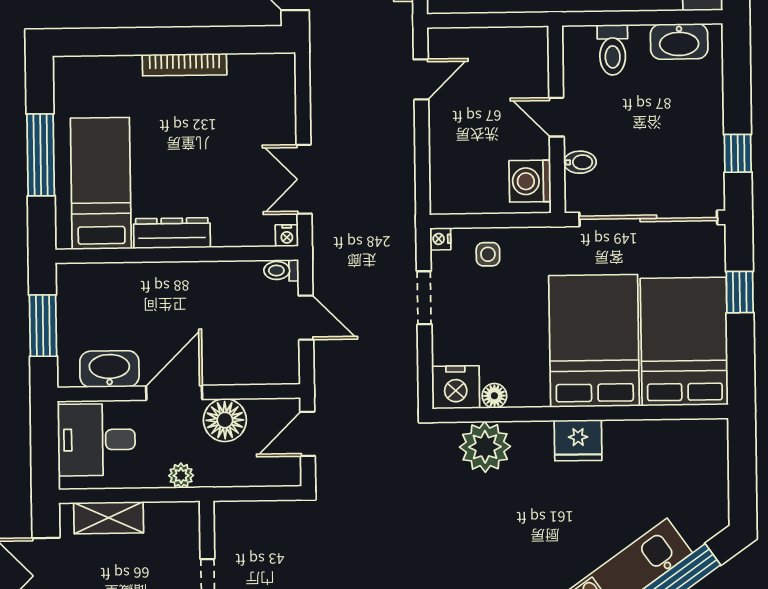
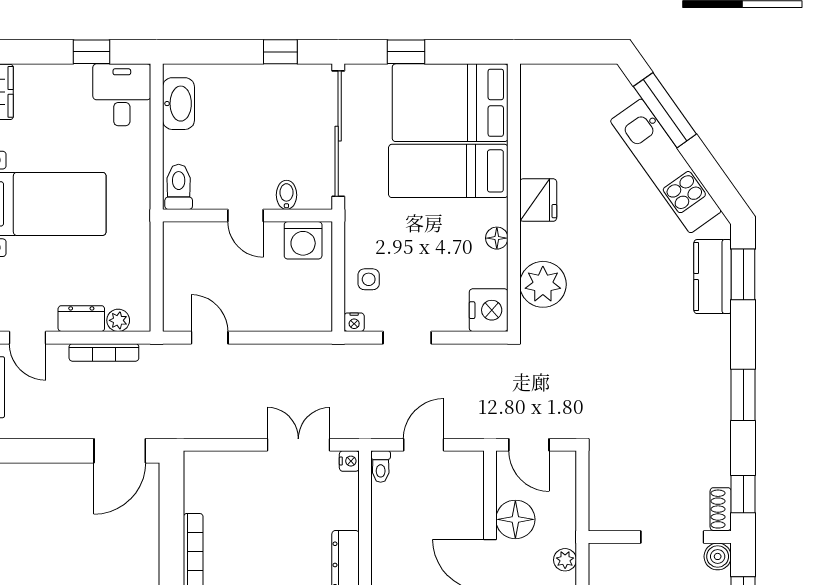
toilet: (613, 50) -> (179, 187), moved, turned -90
door: (556, 117) -> (245, 216), hinge flipped
double door: (304, 179) -> (298, 445), swing flipped
bed: (594, 341) -> (448, 171), width x0.67
floor lamp: (494, 396) -> (497, 238), moved

